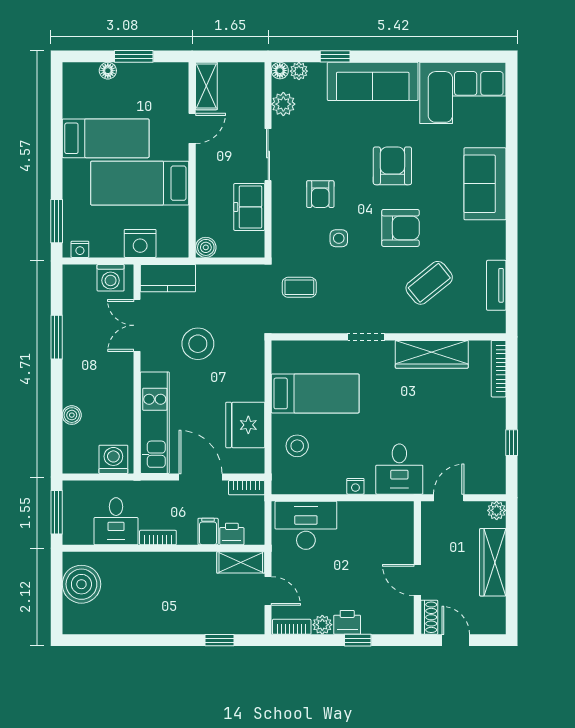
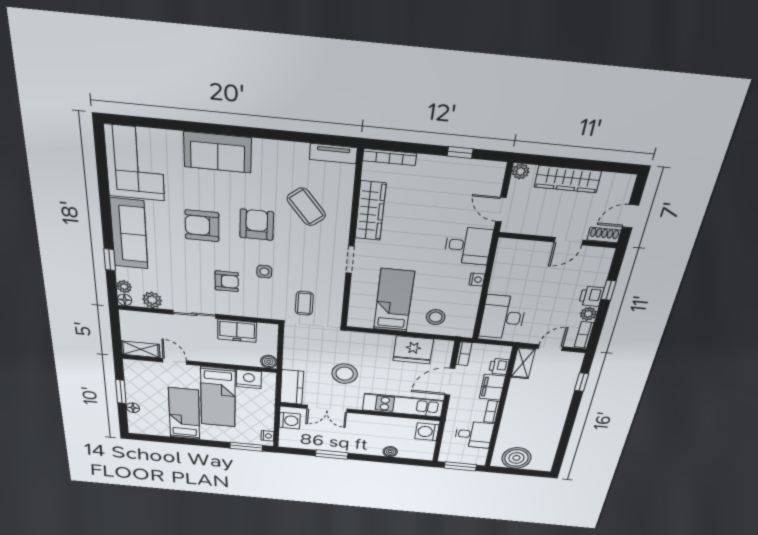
nightstand: (140, 243) -> (249, 379), moved, turned -90
tv unit: (496, 285) -> (333, 154), moved
filing cabinet: (208, 531) -> (492, 387), width x2.00

